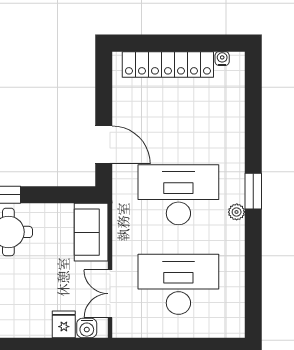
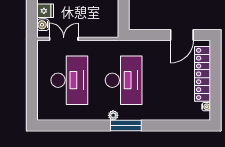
door: (104, 145) -> (182, 35), moved
window: (253, 191) -> (126, 125), width x1.44
sofa: (91, 232) -> (101, 27), removed

